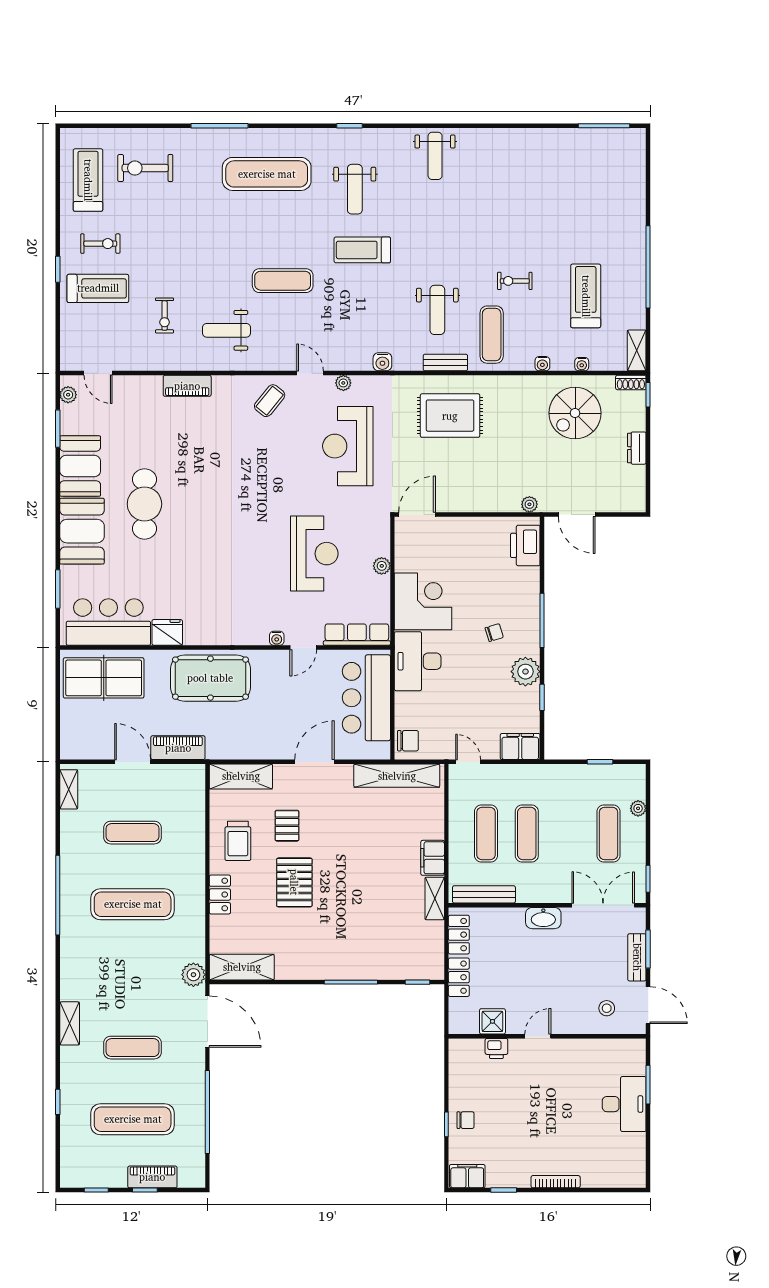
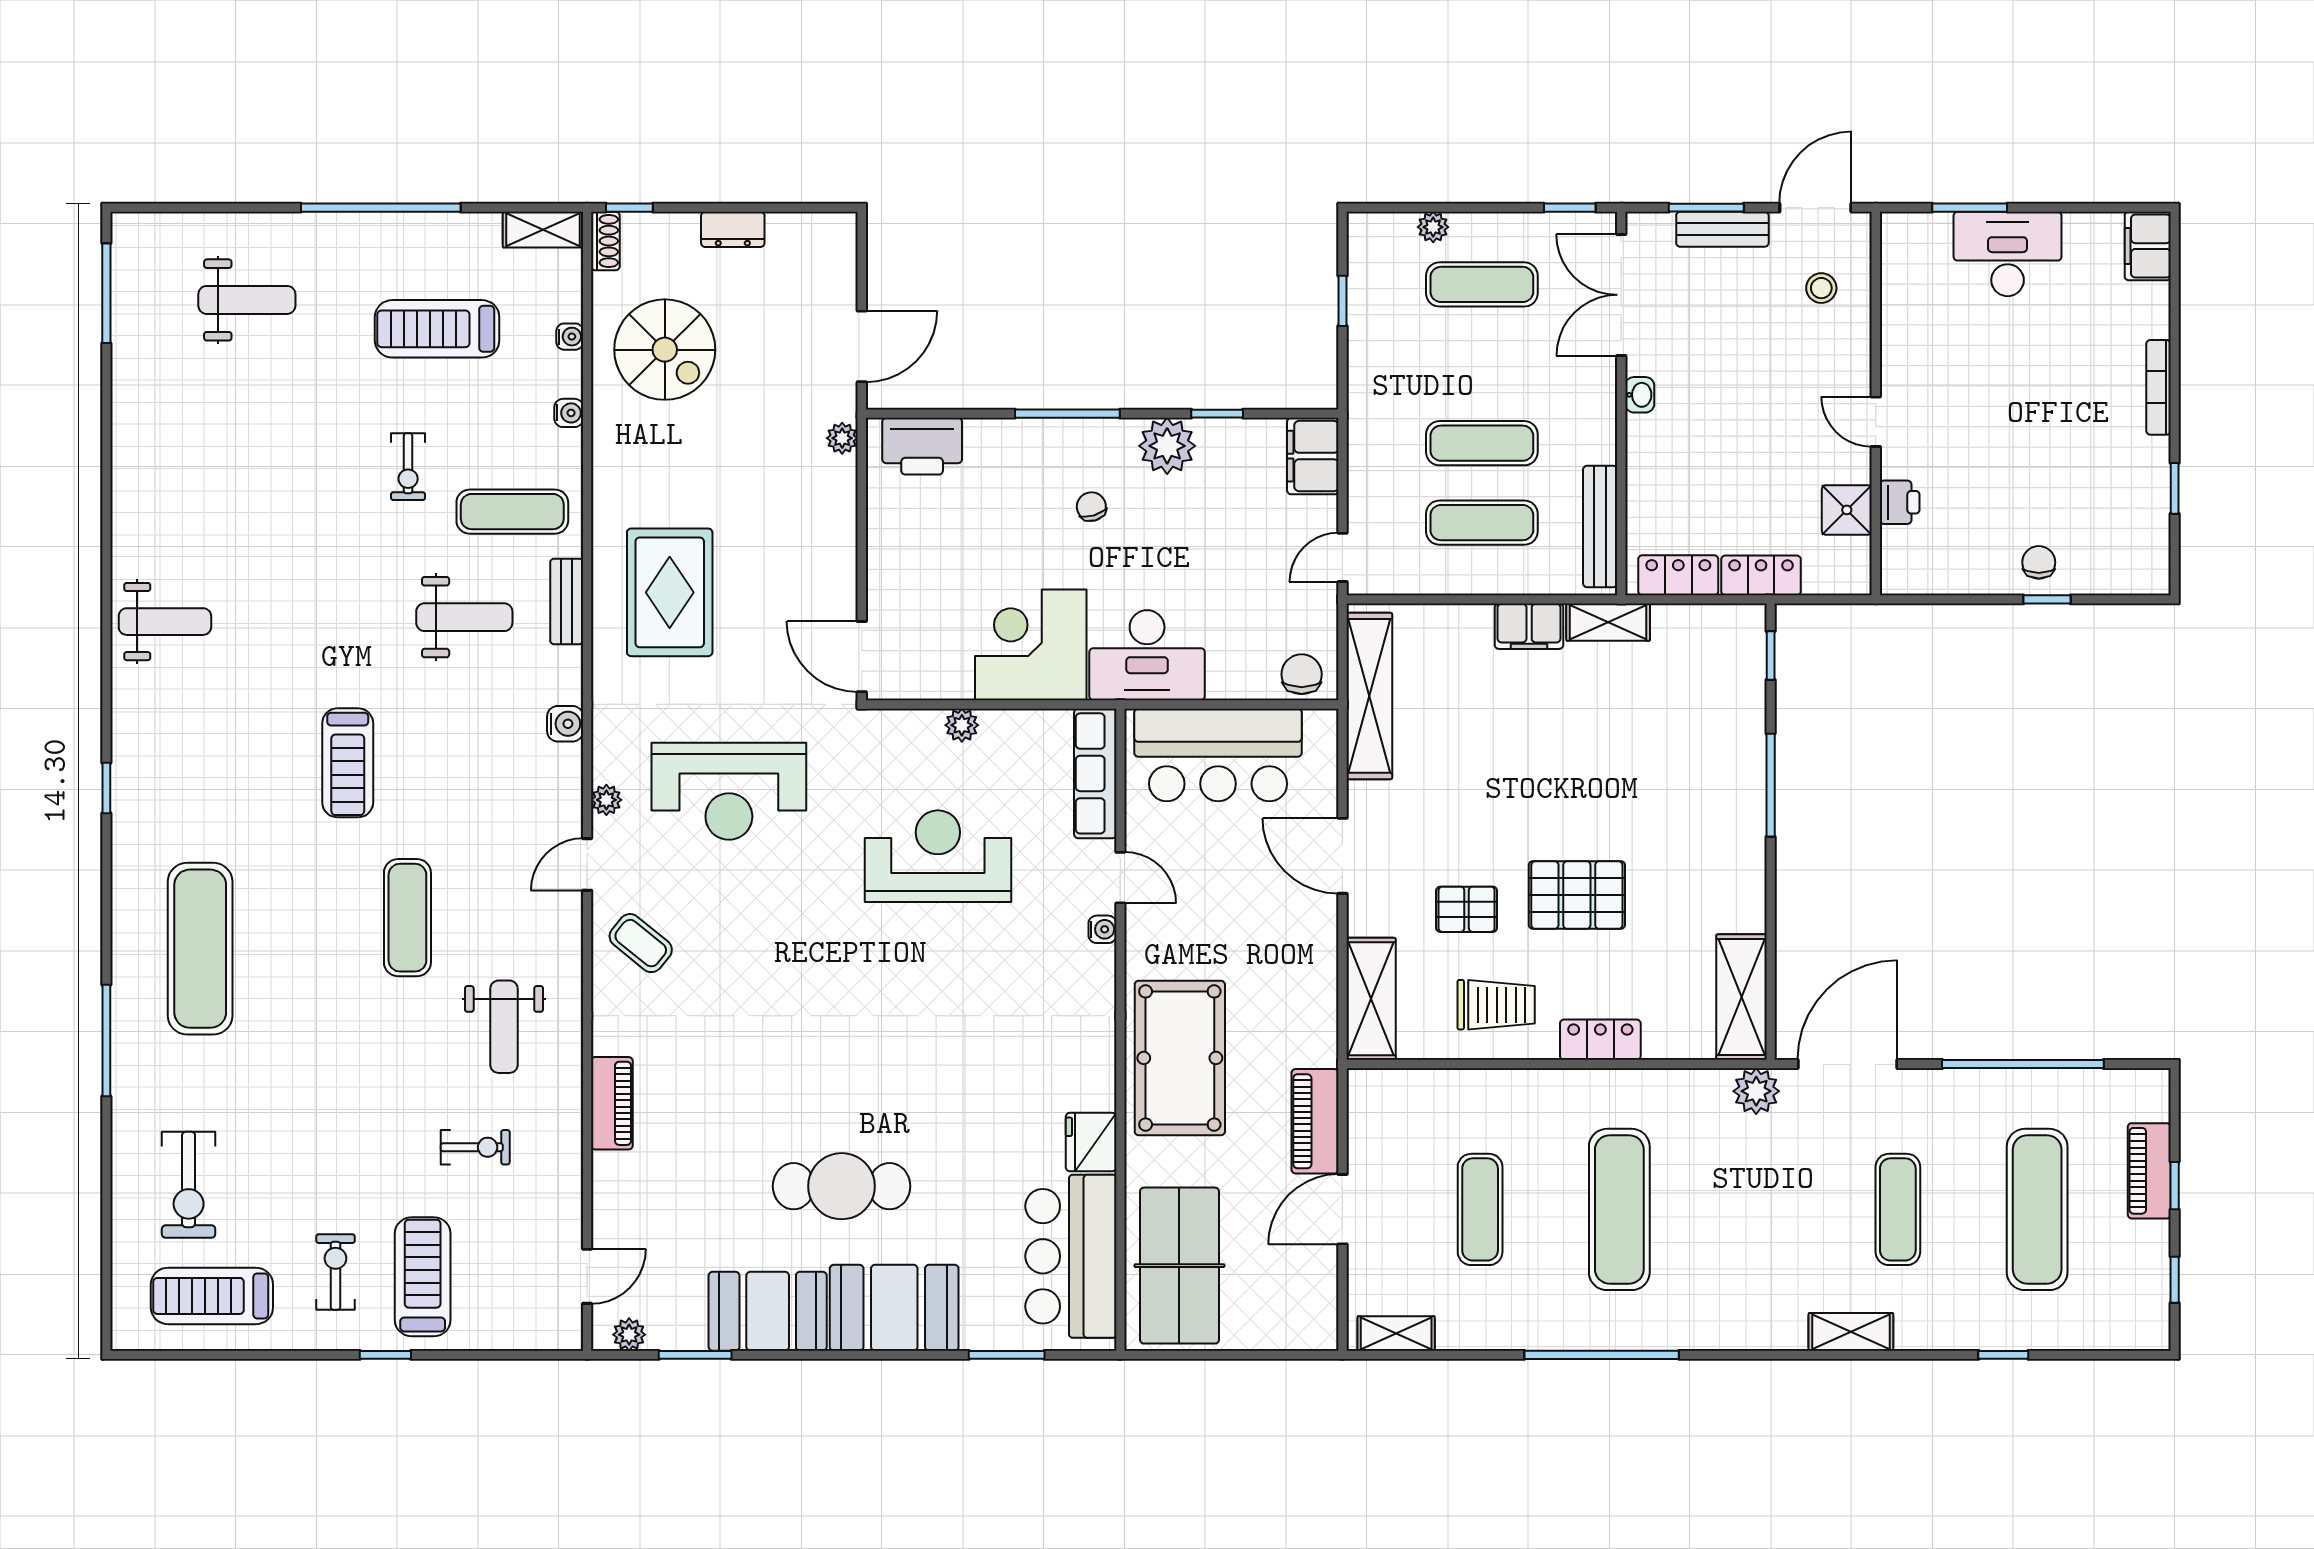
weight bench: (355, 189) -> (247, 300), moved
washbasin: (543, 918) -> (1640, 395), width x0.52, depth x0.69
filing cabinet: (467, 1176) -> (2148, 246), moved

